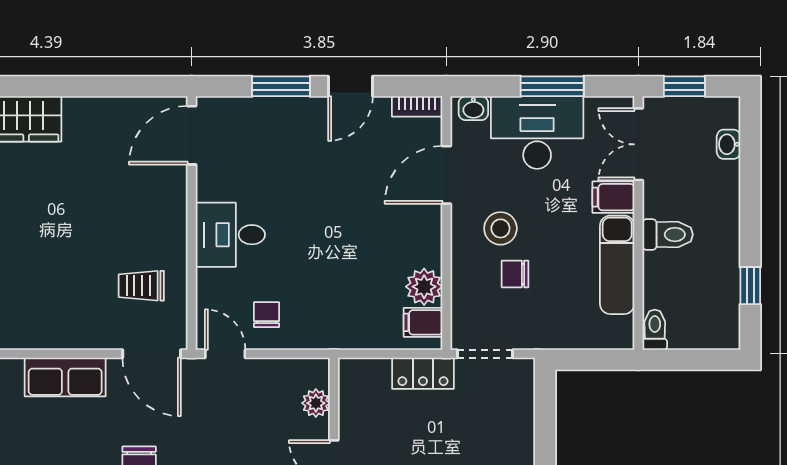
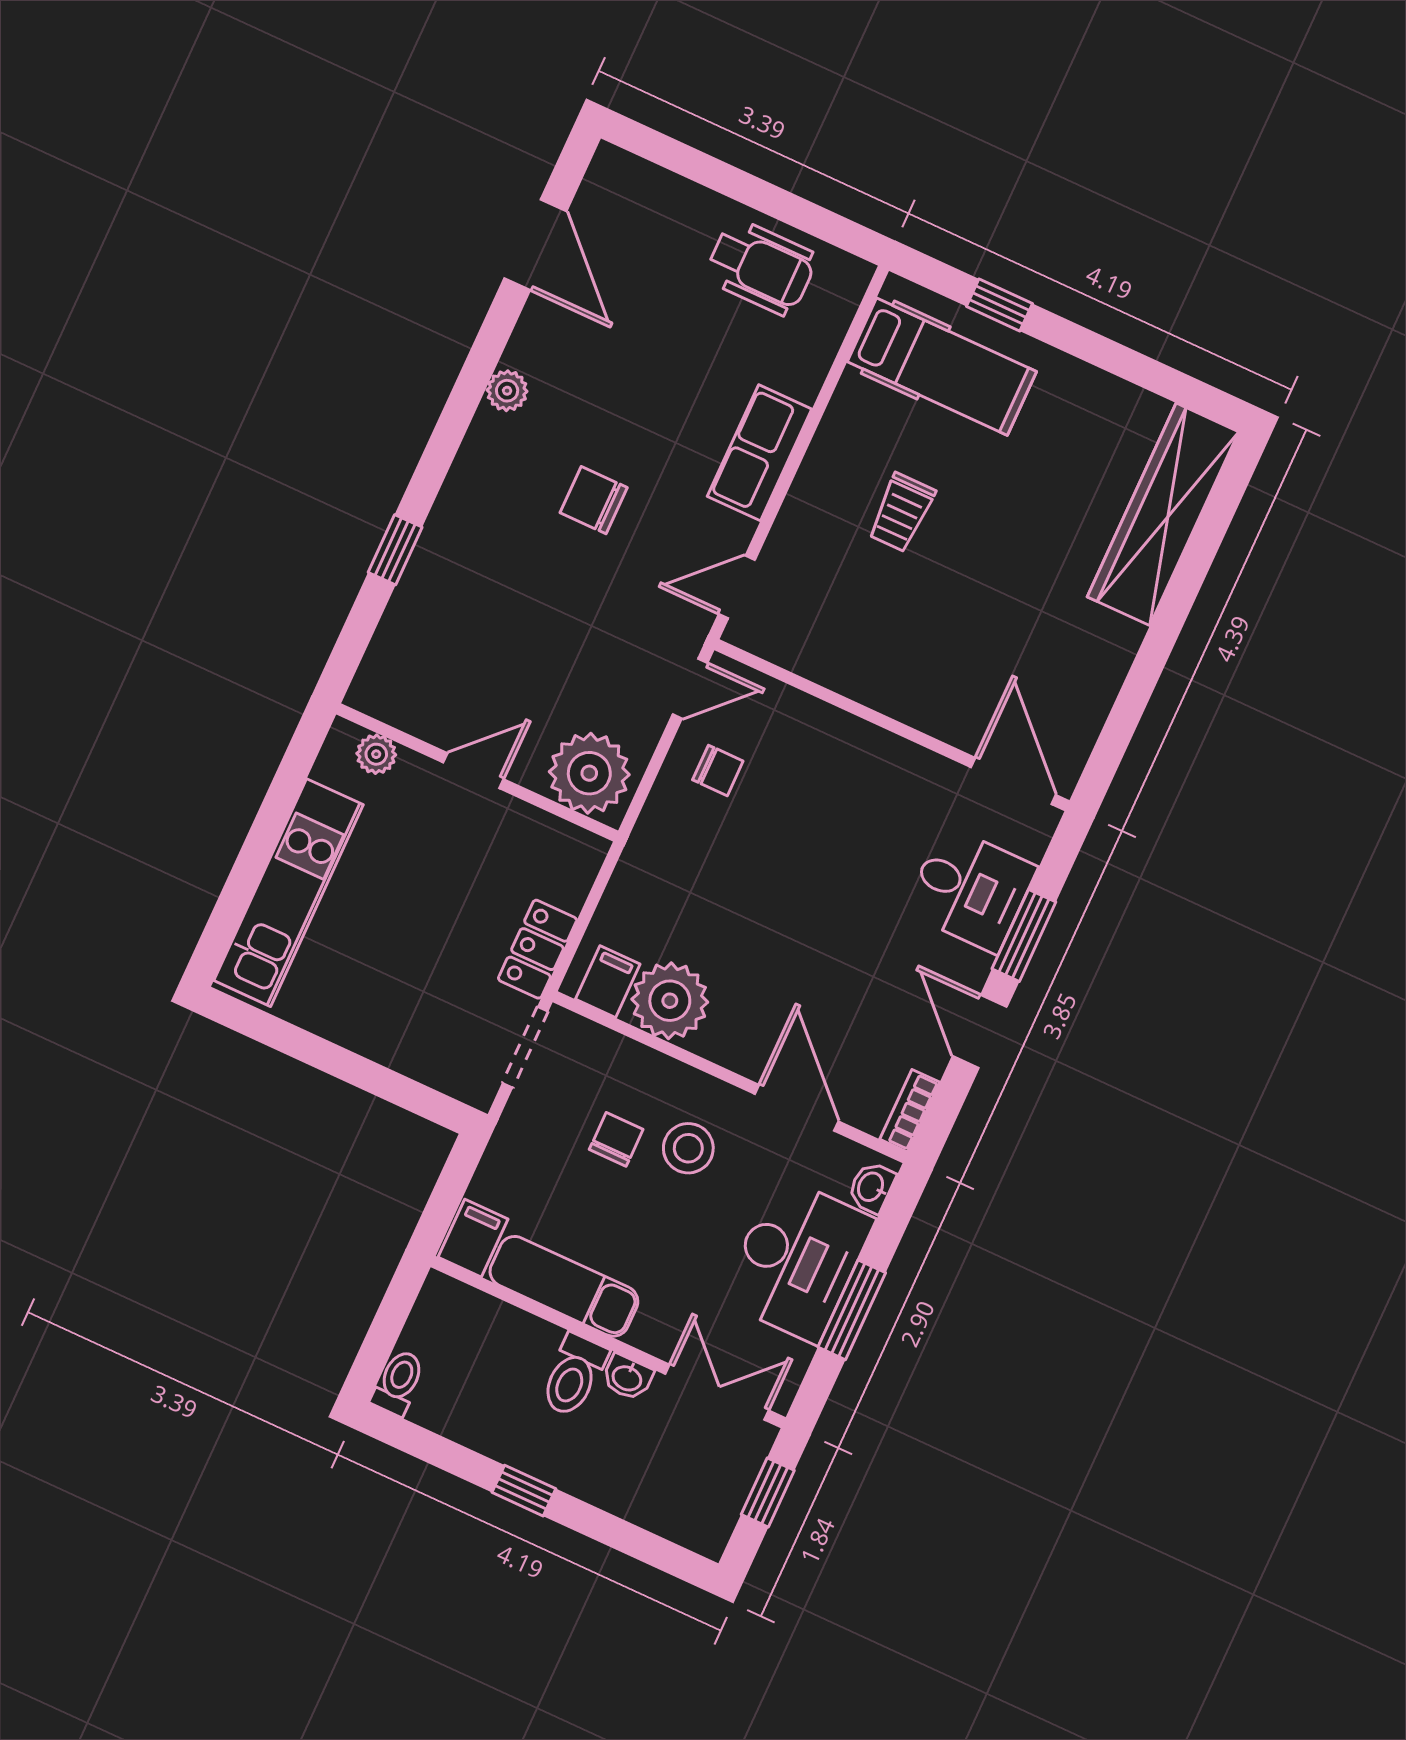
washbasin: (729, 144) -> (627, 1377), moved, turned 180
filing cabinet: (613, 197) -> (473, 1238), moved
desk: (230, 235) -> (970, 889), moved, turned 90
trolley: (141, 286) -> (901, 512), moved, turned 180
window: (750, 286) -> (524, 1491), moved
plant: (424, 287) -> (670, 1001), width x1.36, depth x1.36
toilet: (655, 330) -> (398, 1382), moved, turned -90
door: (152, 354) -> (737, 587), width x0.73
plant: (316, 403) -> (589, 773), width x1.88, depth x1.88

